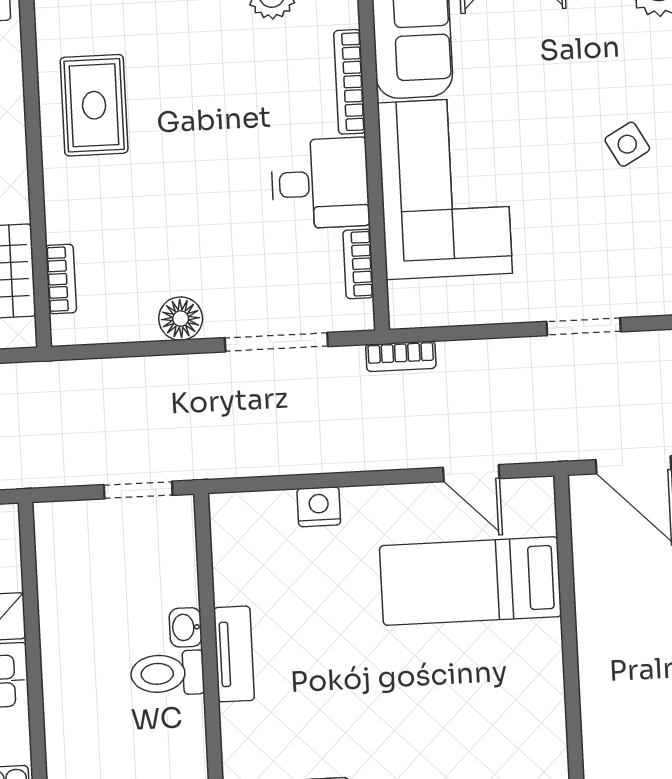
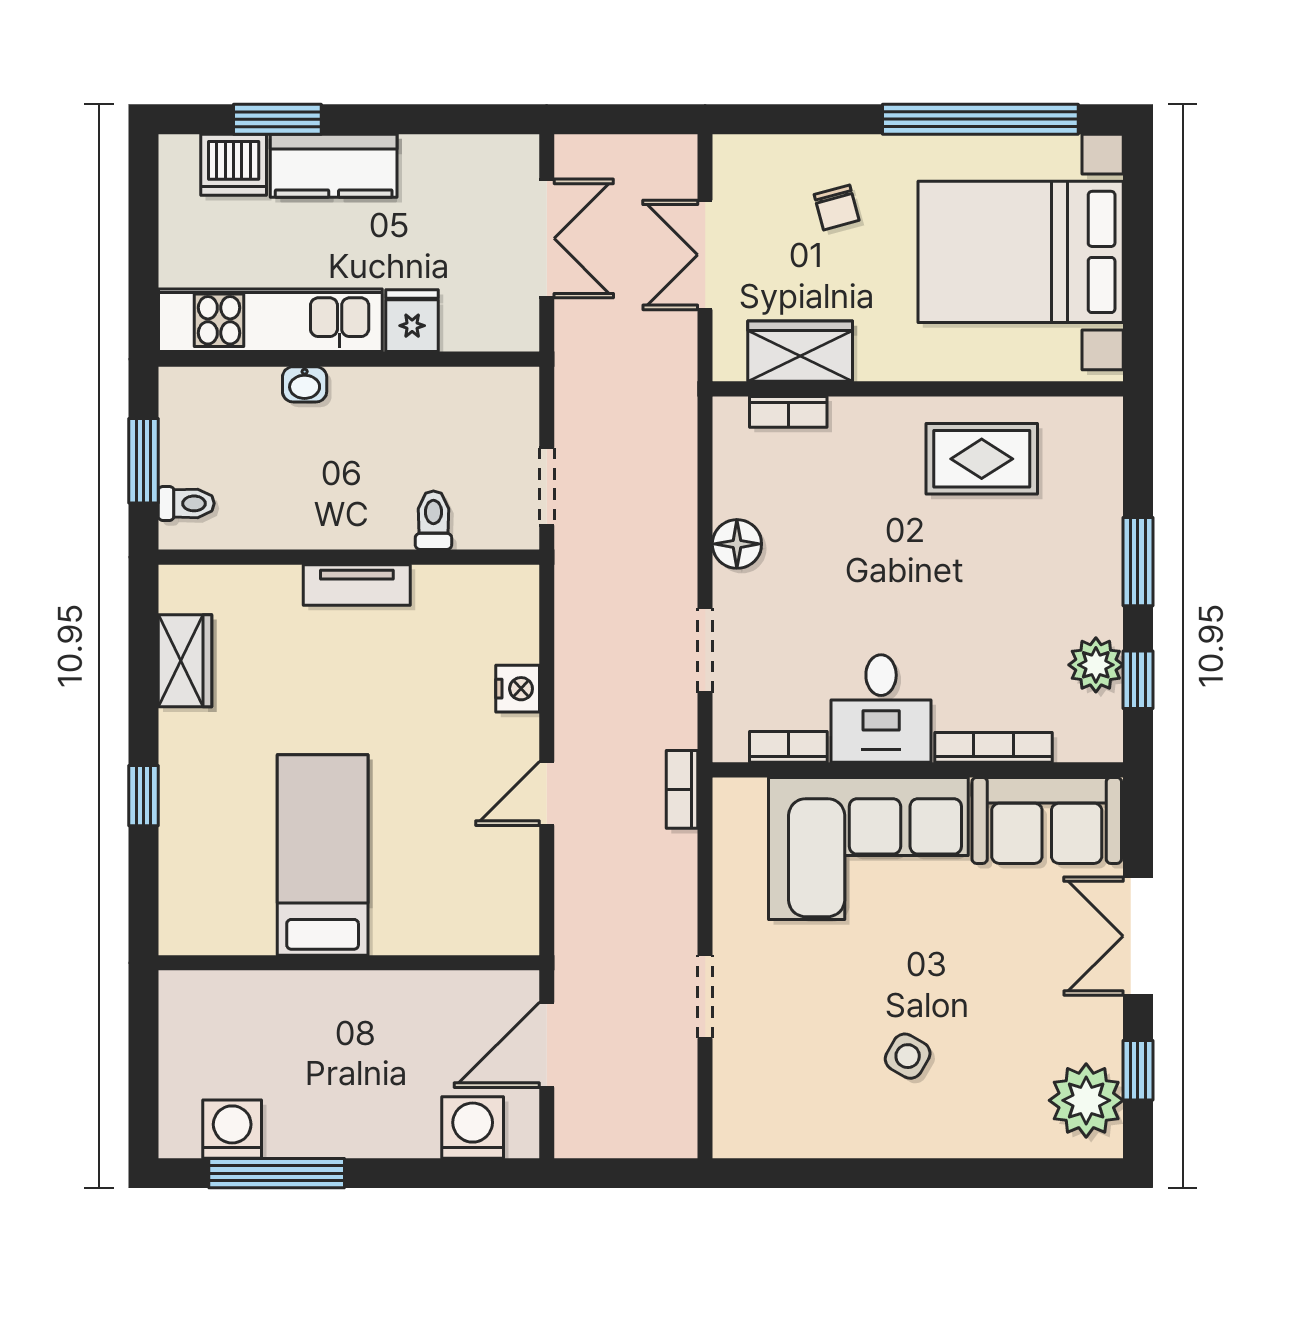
side table: (627, 144) -> (908, 1056), turned -31
doorway: (276, 342) -> (705, 650), width x0.73
door: (471, 473) -> (547, 793), moved
bed: (471, 581) -> (323, 855), moved
washbasin: (186, 627) -> (305, 384), moved, turned 180
toilet: (167, 673) -> (433, 520), moved, width x0.73, depth x0.72

